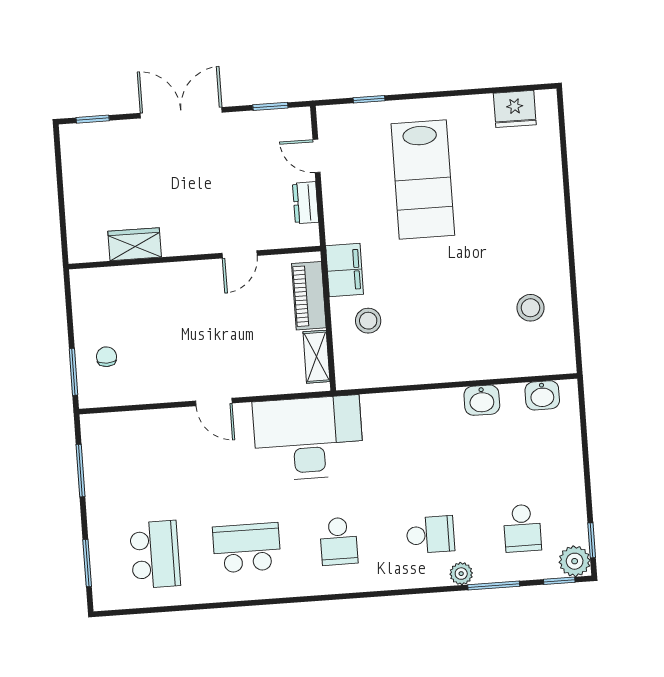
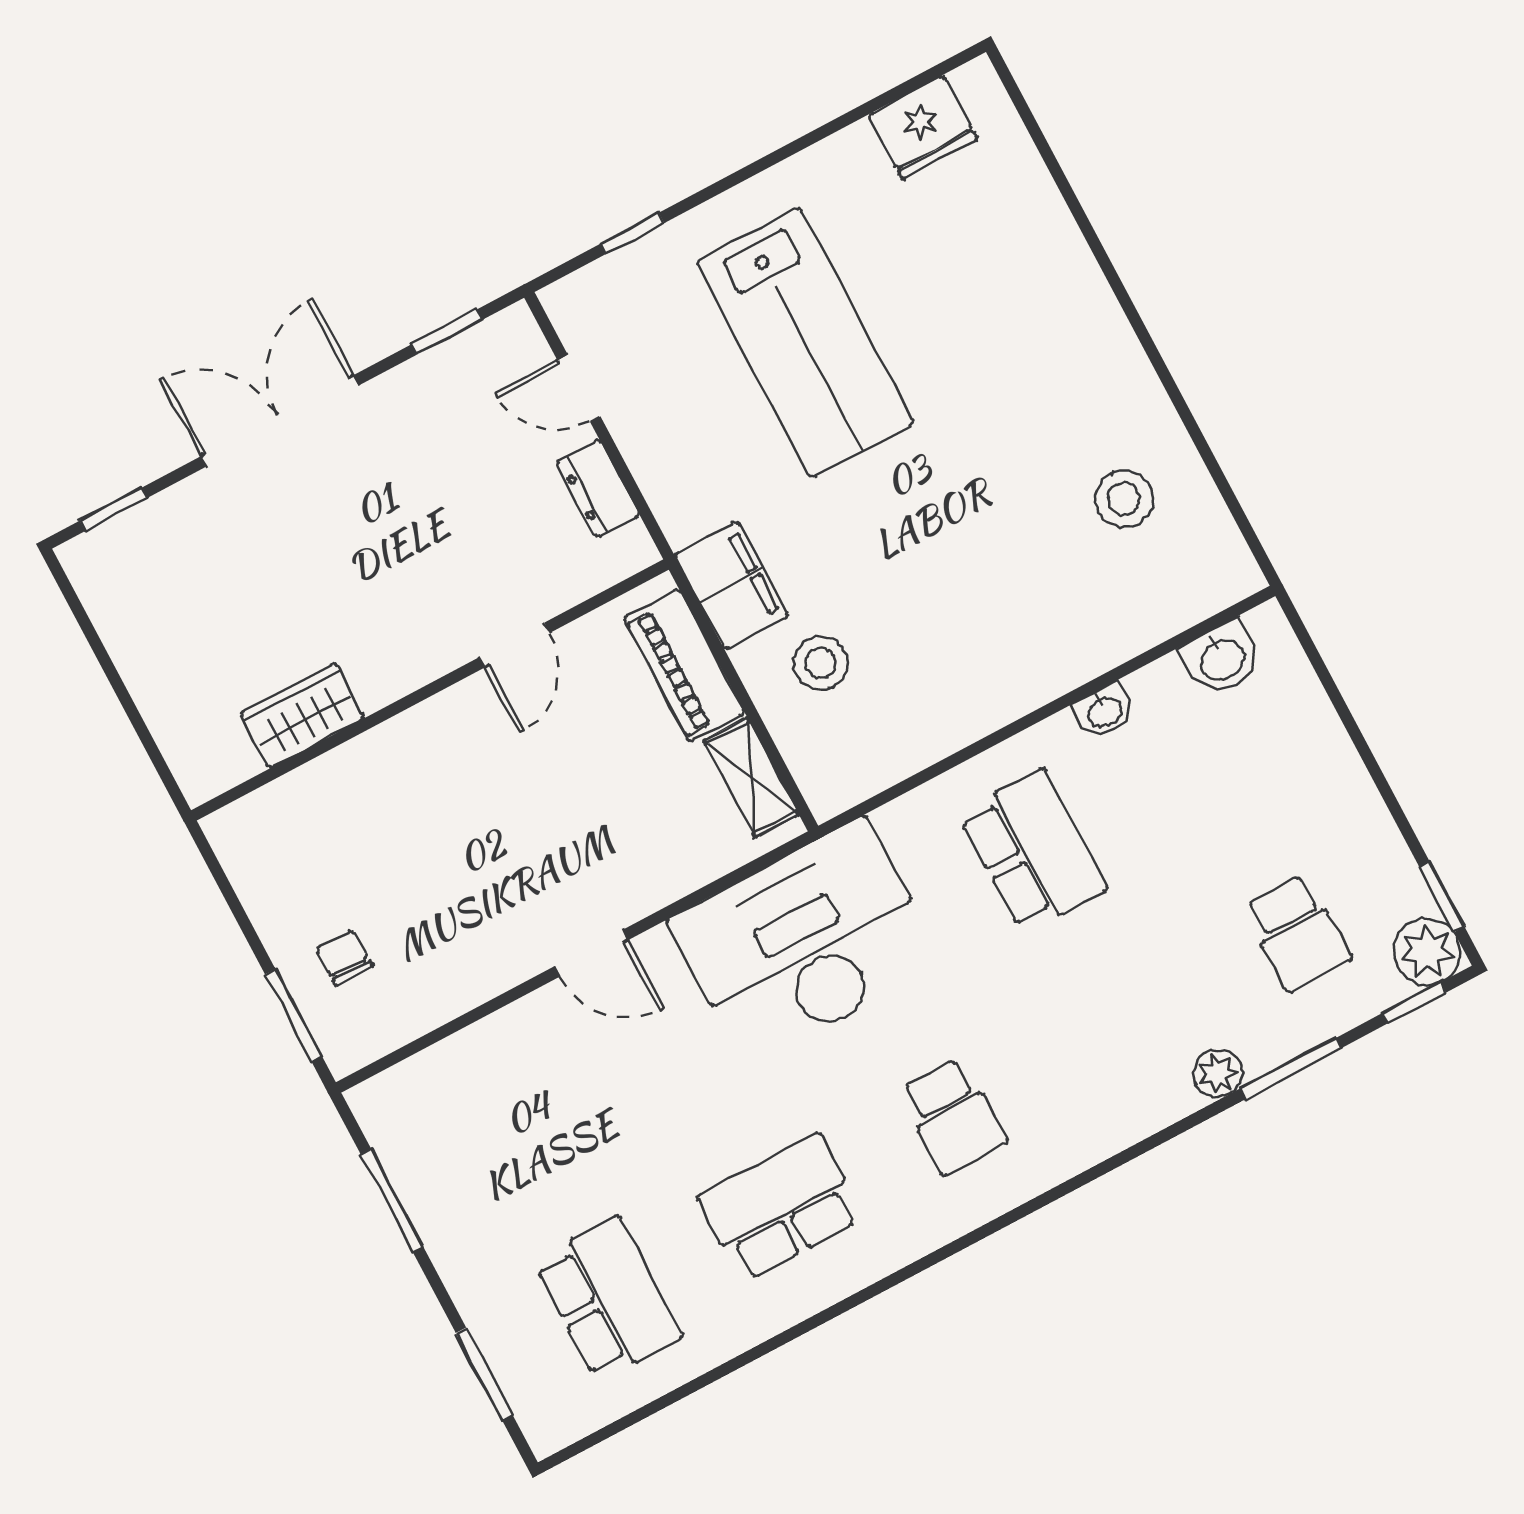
washbasin: (482, 400) -> (1104, 711), width x0.72, depth x0.69
school desk: (430, 535) -> (1033, 851), moved, width x1.85

